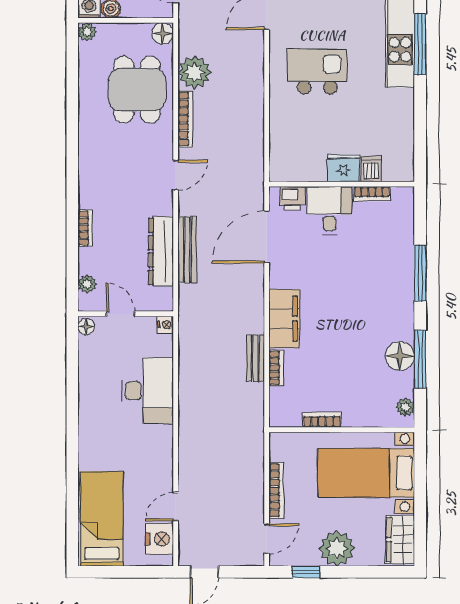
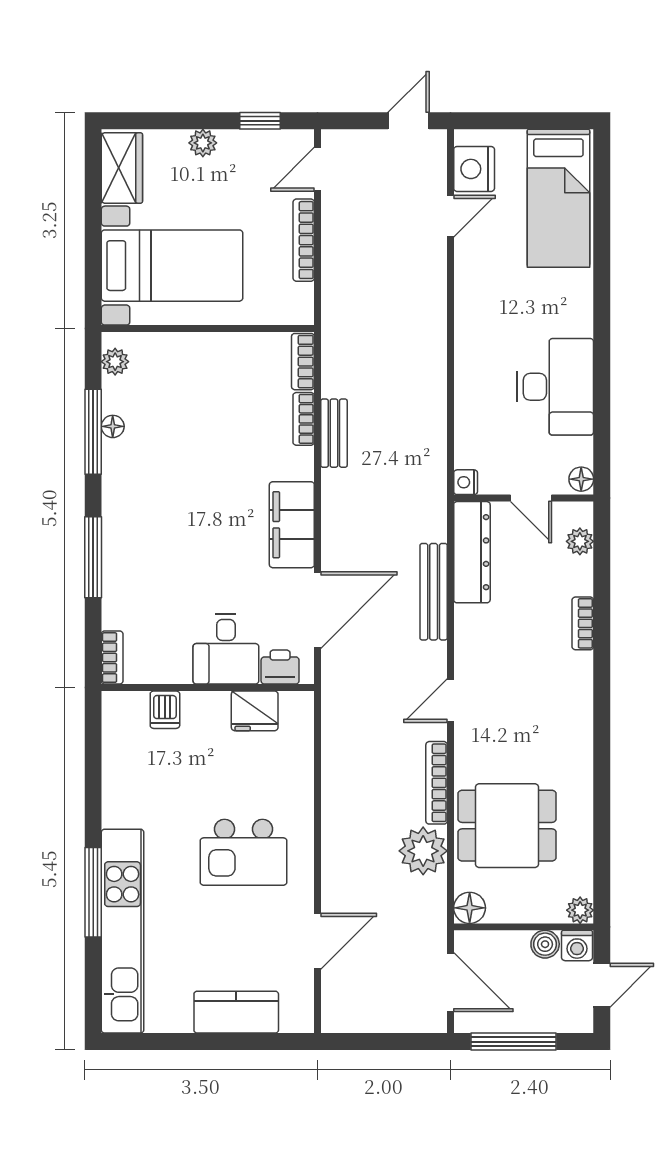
dining table: (137, 90) -> (507, 826), turned 90
fridge: (343, 168) -> (255, 711), moved
bookcase: (372, 194) -> (112, 658), moved, turned 90
dresser: (161, 251) -> (472, 552), moved
filing cabinet: (284, 319) -> (292, 525), moved
floor lamp: (400, 356) -> (113, 426), width x0.53, depth x0.53
desk: (147, 391) -> (555, 387), moved, turned 180
bookcase: (322, 420) -> (303, 362), moved, turned 90
plant: (337, 548) -> (203, 143), width x0.53, depth x0.53

